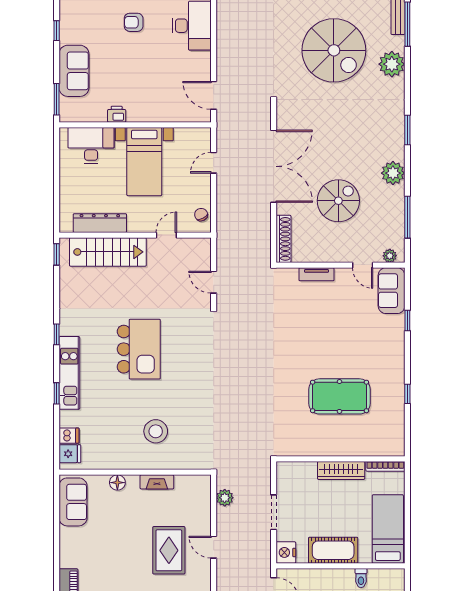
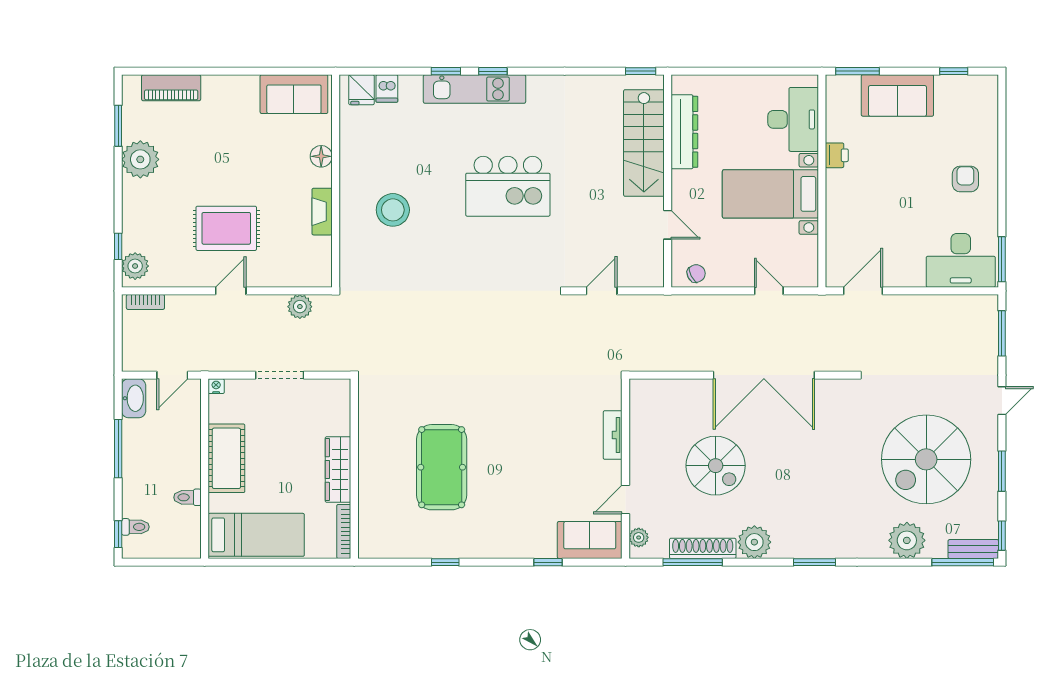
shoe rack: (284, 239) -> (703, 548), moved, turned 180
window: (57, 334) -> (493, 71), moved
nightstand: (286, 552) -> (216, 386), width x0.53, depth x0.56

